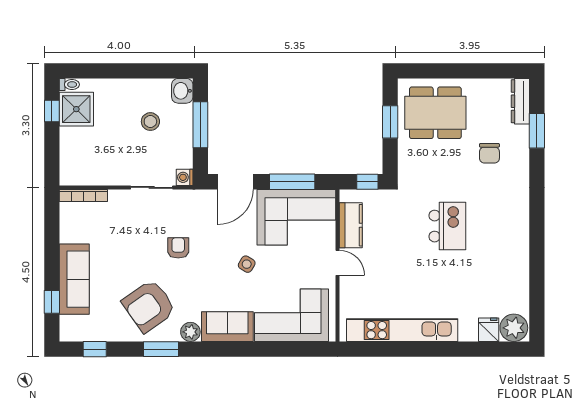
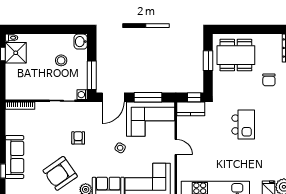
window: (200, 125) -> (92, 75), moved
kitchen counter: (351, 225) -> (191, 109), moved, turned 90

